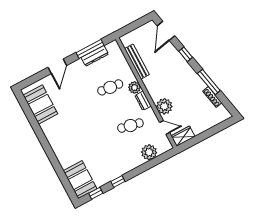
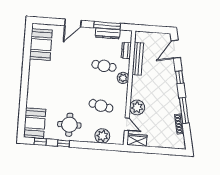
dresser: (143, 101) -> (126, 50), moved
round table: (113, 161) -> (69, 125), added

